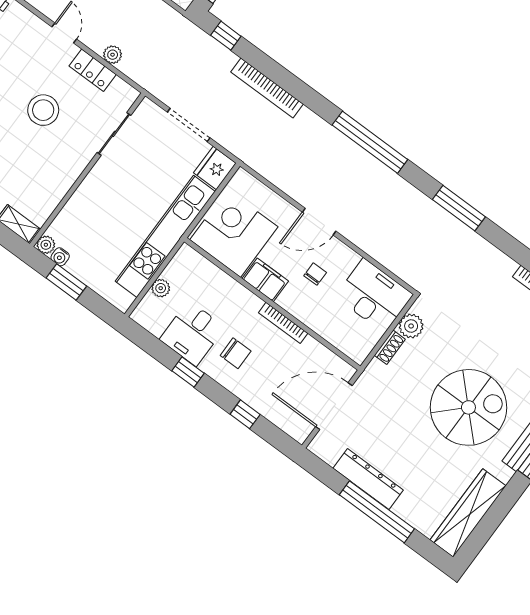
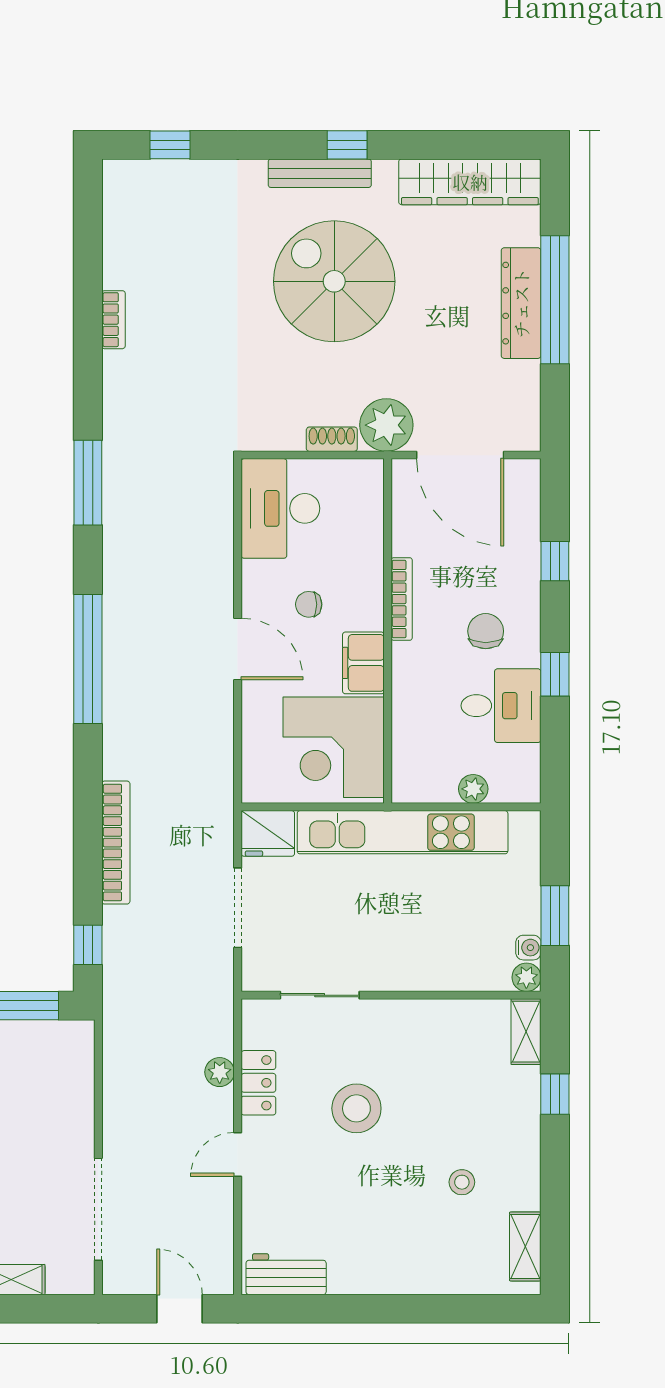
plant: (411, 326) -> (386, 425), moved, width x1.36, depth x1.36
dresser: (368, 479) -> (521, 303), moved

